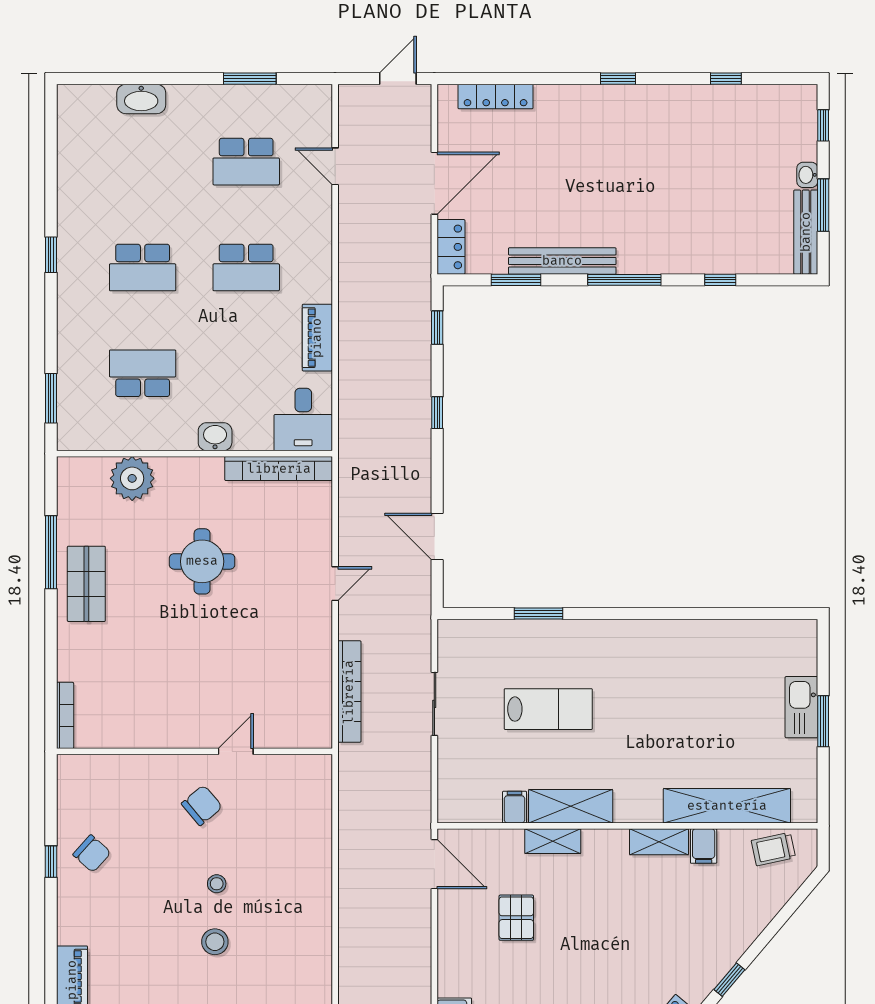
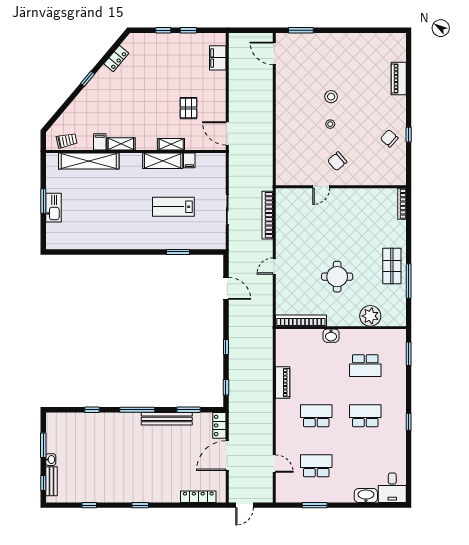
bench: (806, 232) -> (51, 481), moved, width x0.73
desk: (303, 419) -> (392, 488), moved, turned 180

